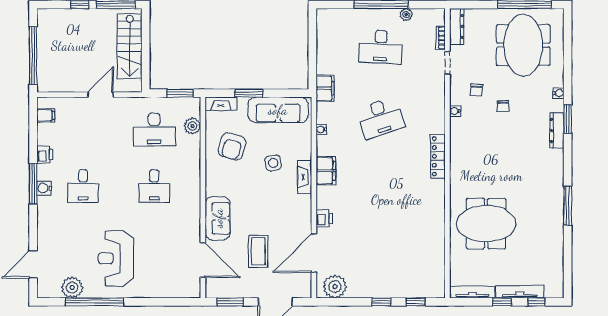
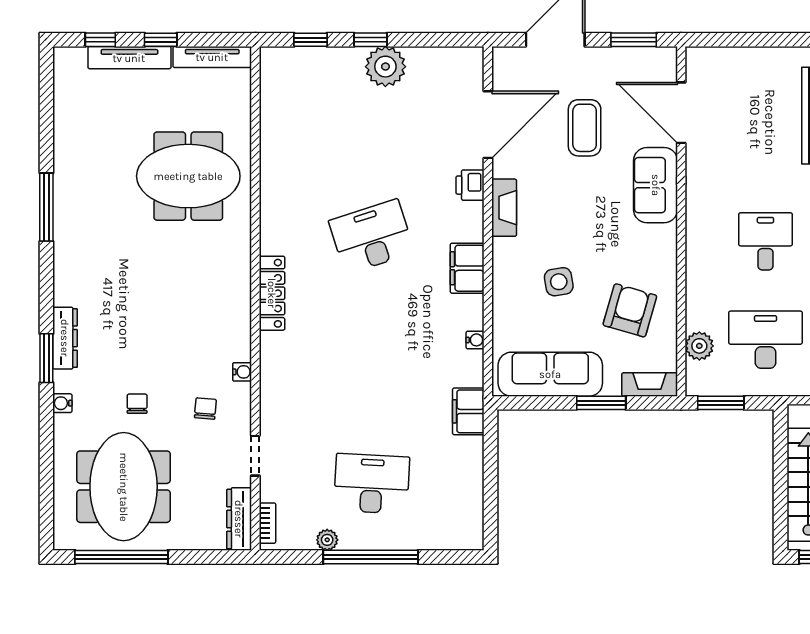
bookcase: (441, 38) -> (267, 523), moved
chair: (503, 106) -> (137, 404), moved
desk: (381, 118) -> (372, 237), moved
fireplace: (305, 177) -> (504, 208), moved
plant: (335, 287) -> (385, 67), moved

